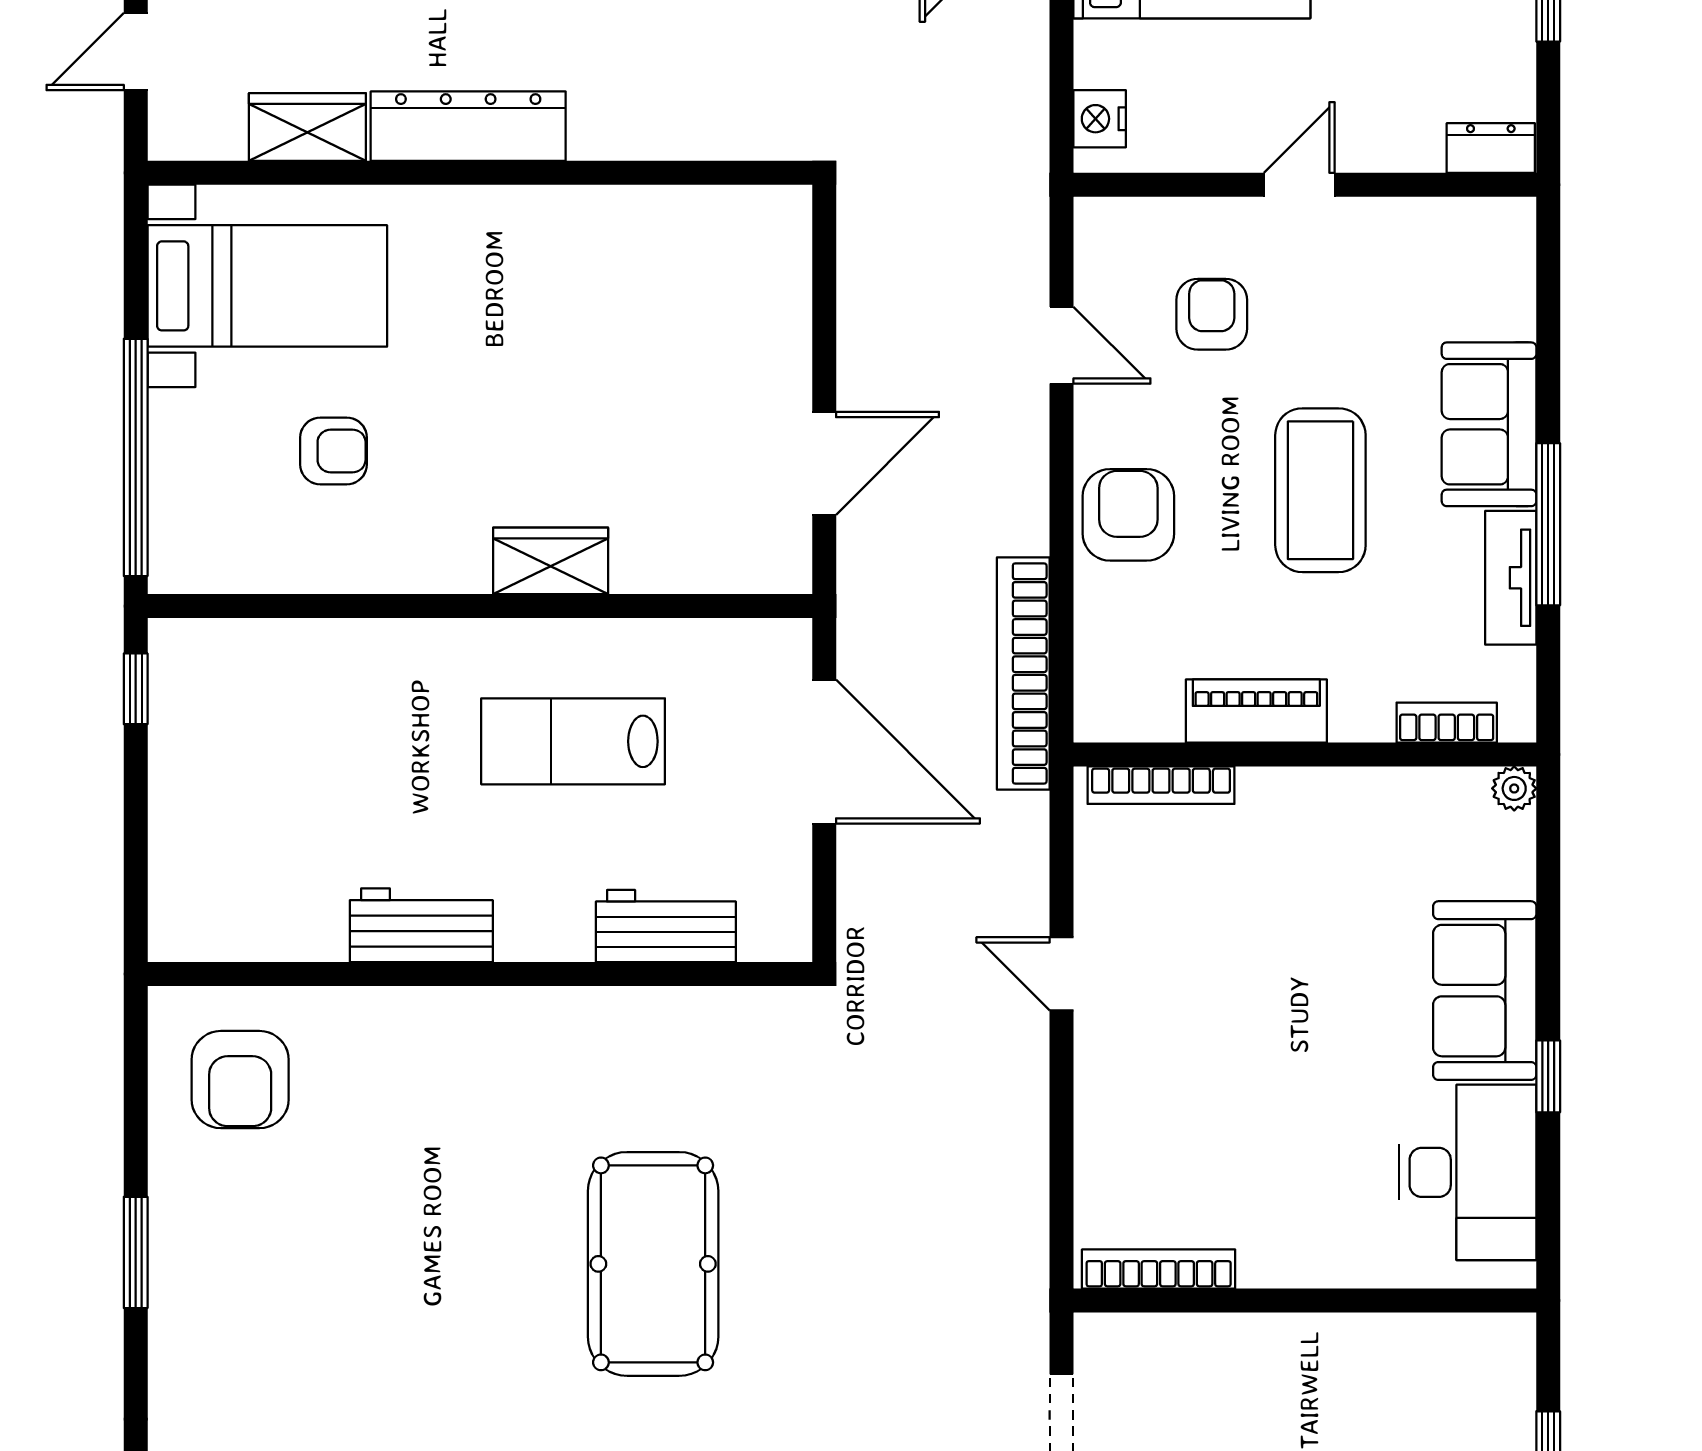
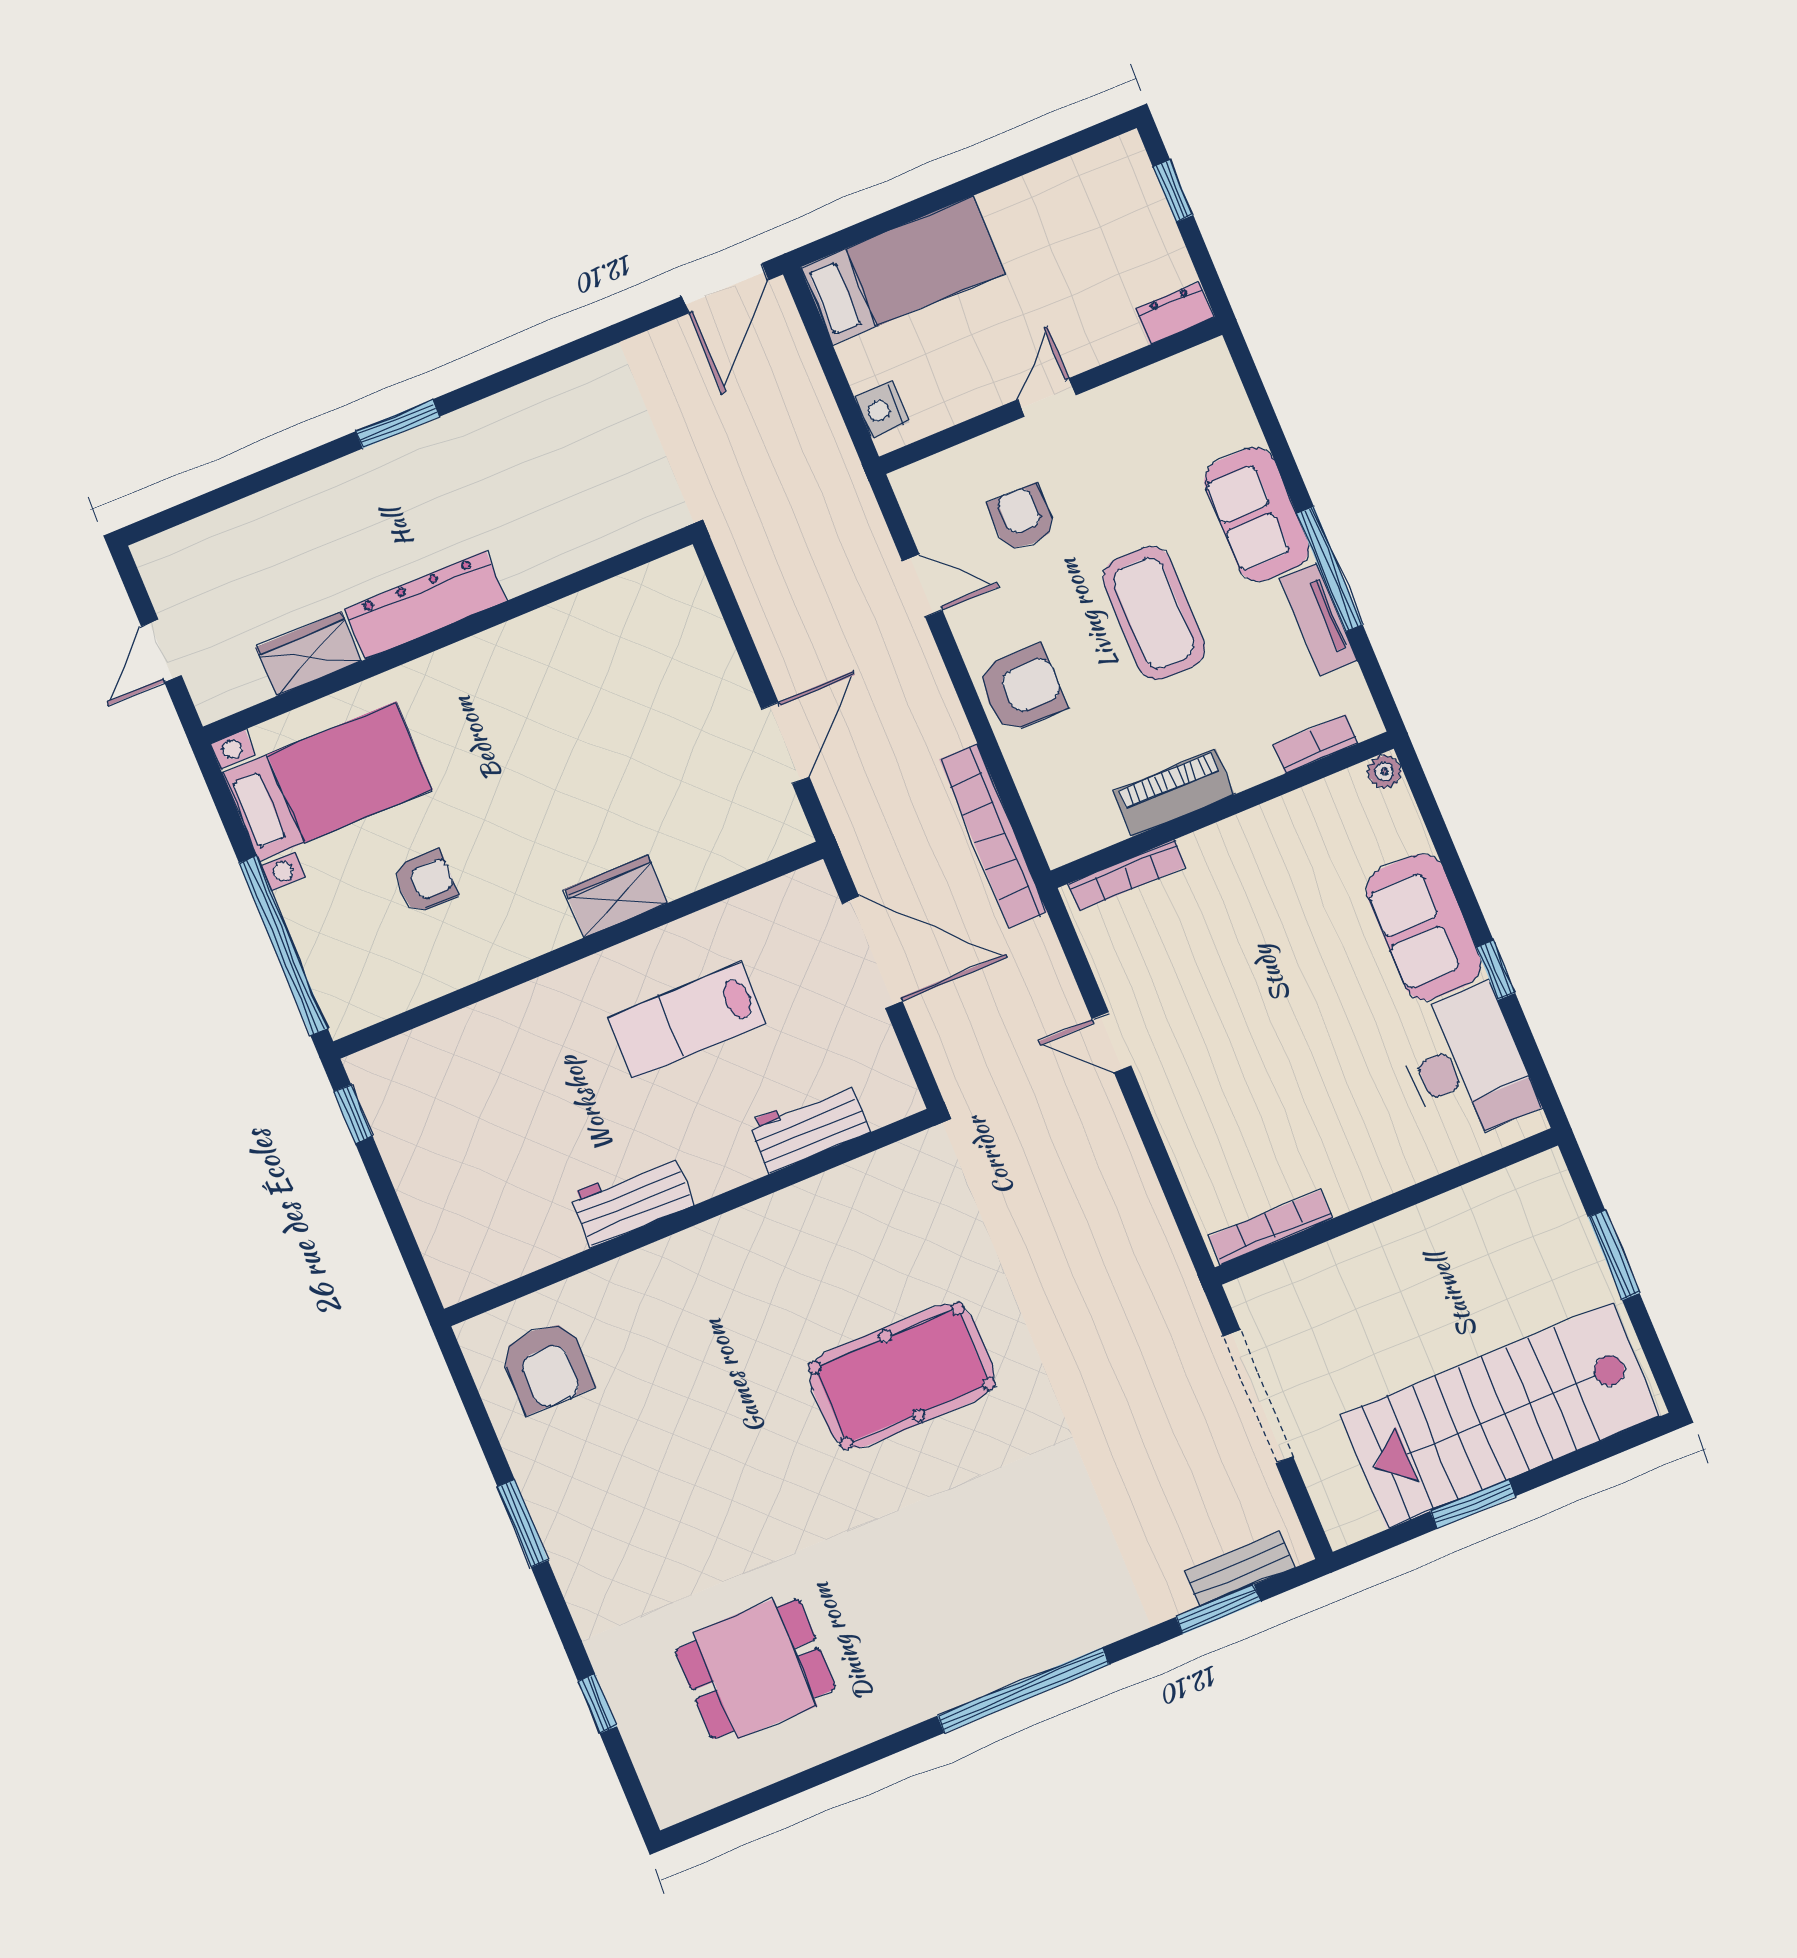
armchair: (1128, 515) -> (1022, 689), turned 90
pool table: (653, 1264) -> (902, 1376), turned 90

